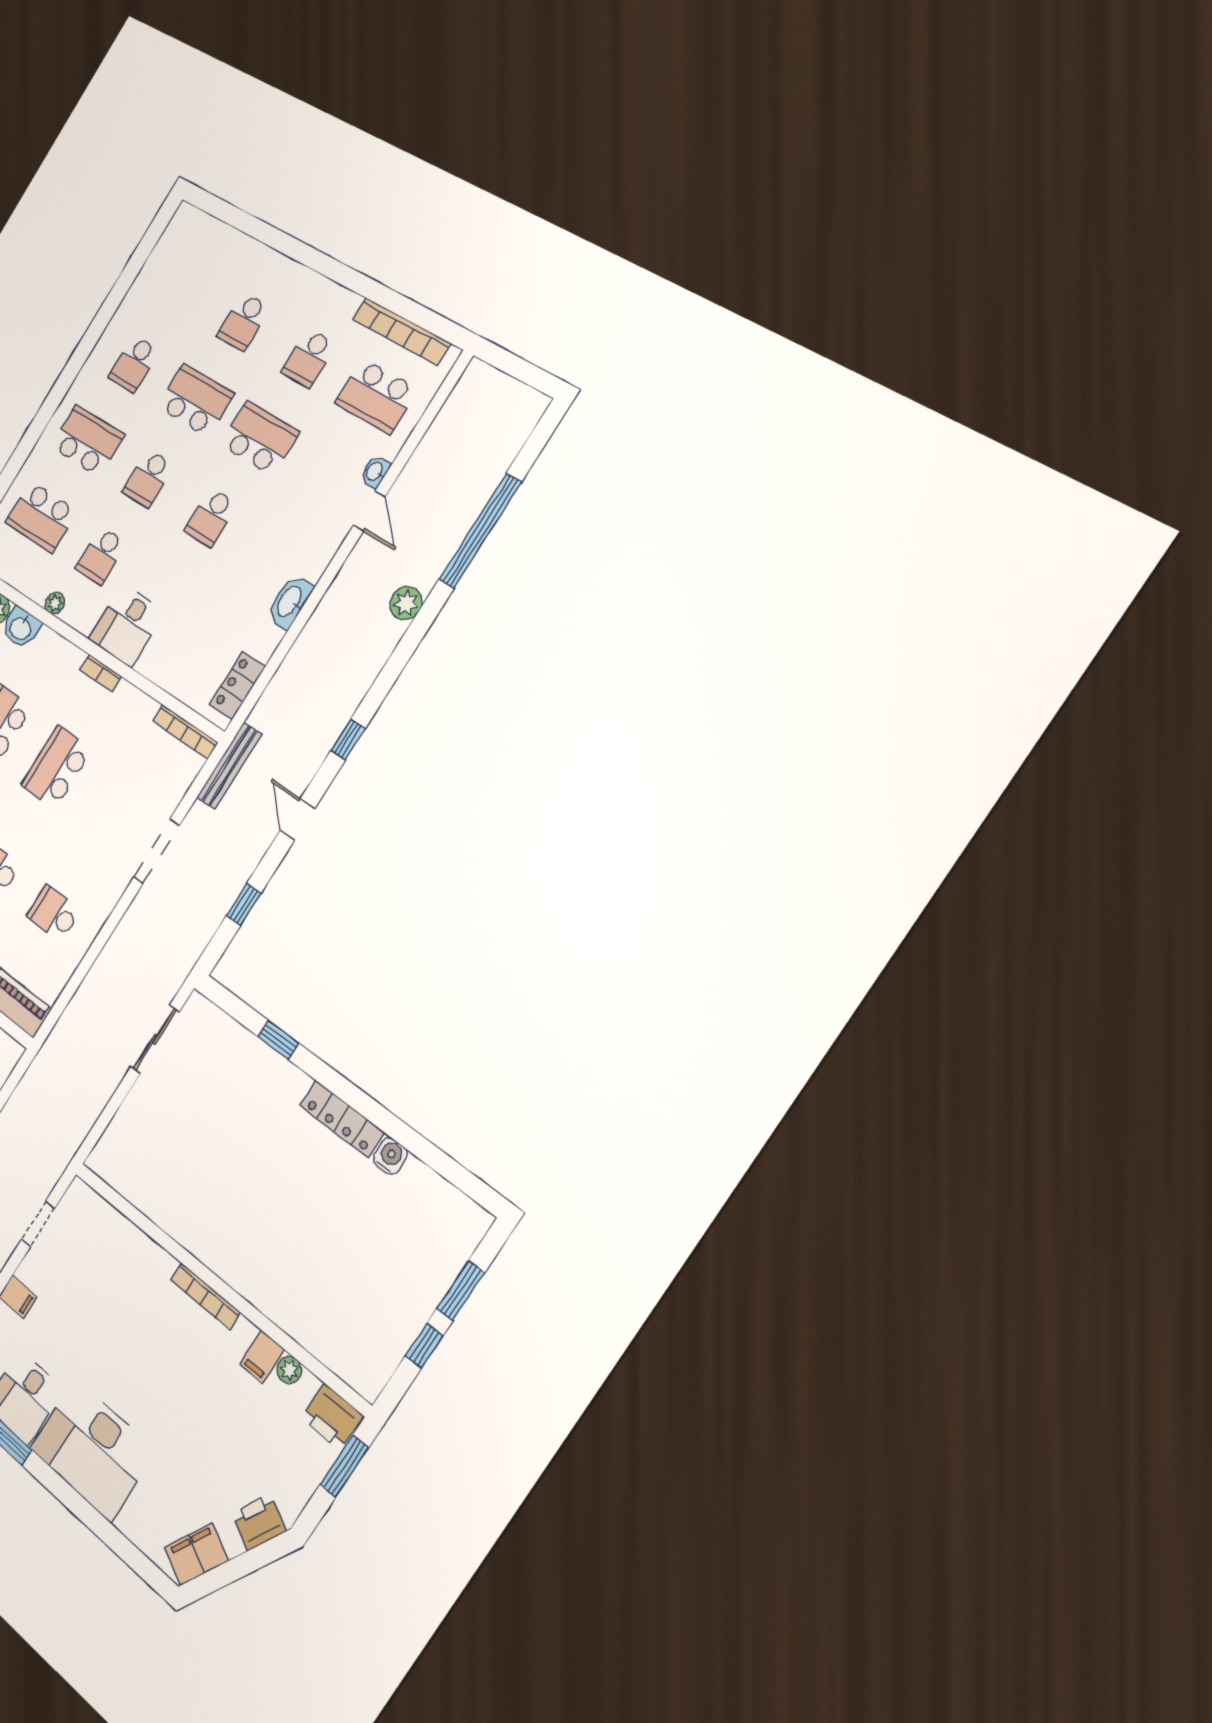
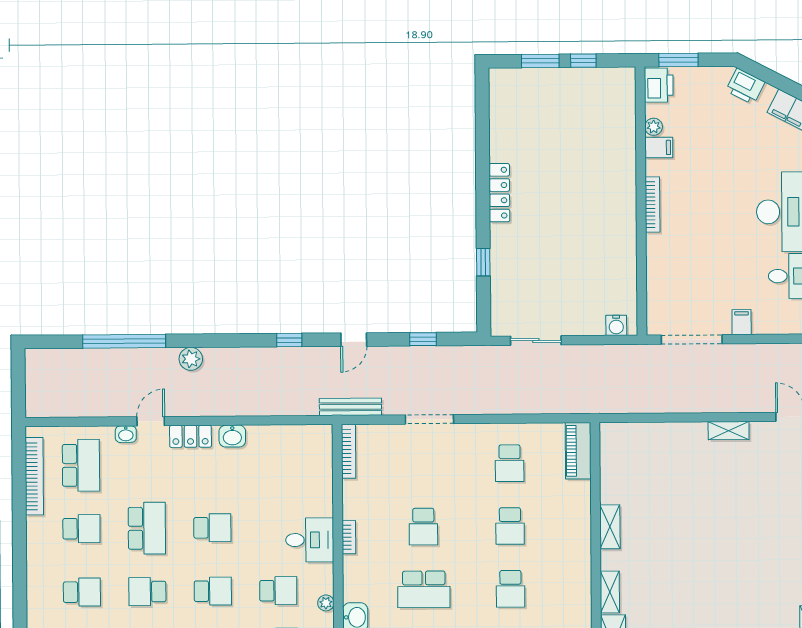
school desk: (196, 400) -> (147, 592), width x0.54
school desk: (260, 438) -> (147, 528), turned 180
washbasin: (290, 602) -> (232, 436), width x0.72
locker: (237, 686) -> (190, 436), moved
school desk: (56, 767) -> (423, 527), width x0.54
water cooler: (390, 1156) -> (616, 325), moved, turned -90
doorway: (38, 1224) -> (692, 339), width x1.88

